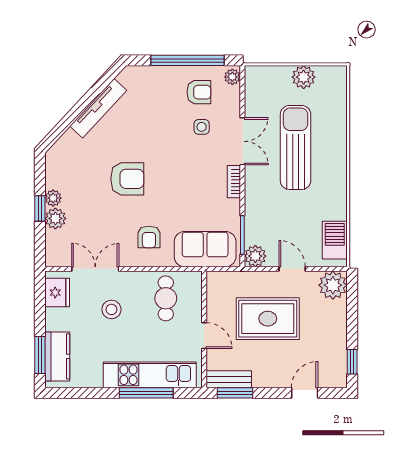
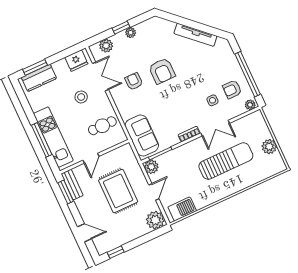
armchair: (199, 92) -> (232, 89), turned 90
plant: (55, 218) -> (106, 46), moved
armchair: (149, 237) -> (134, 81), moved, turned 90

